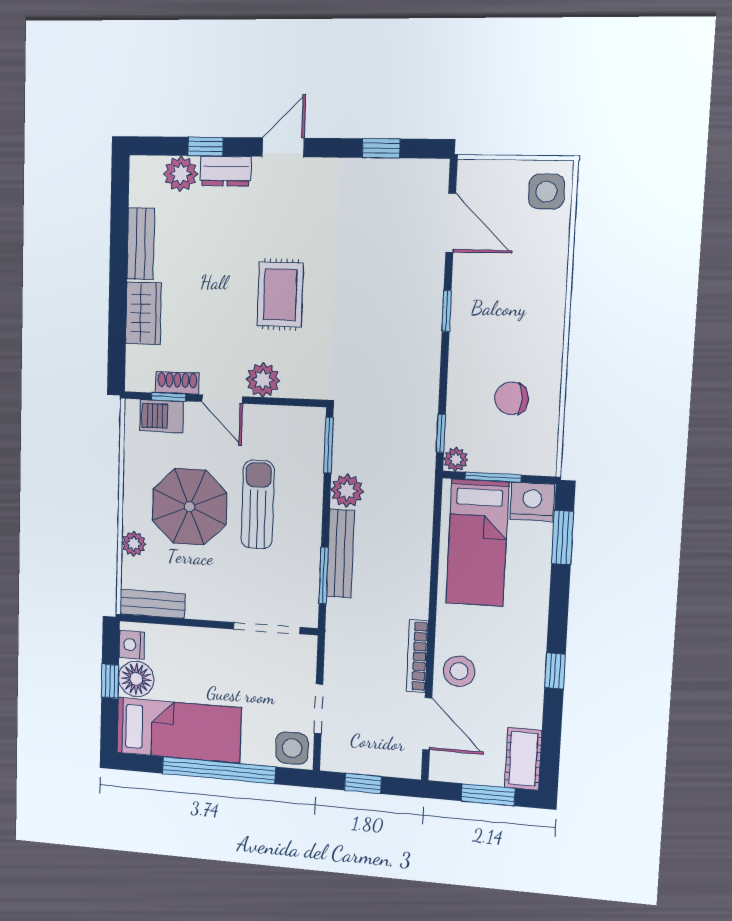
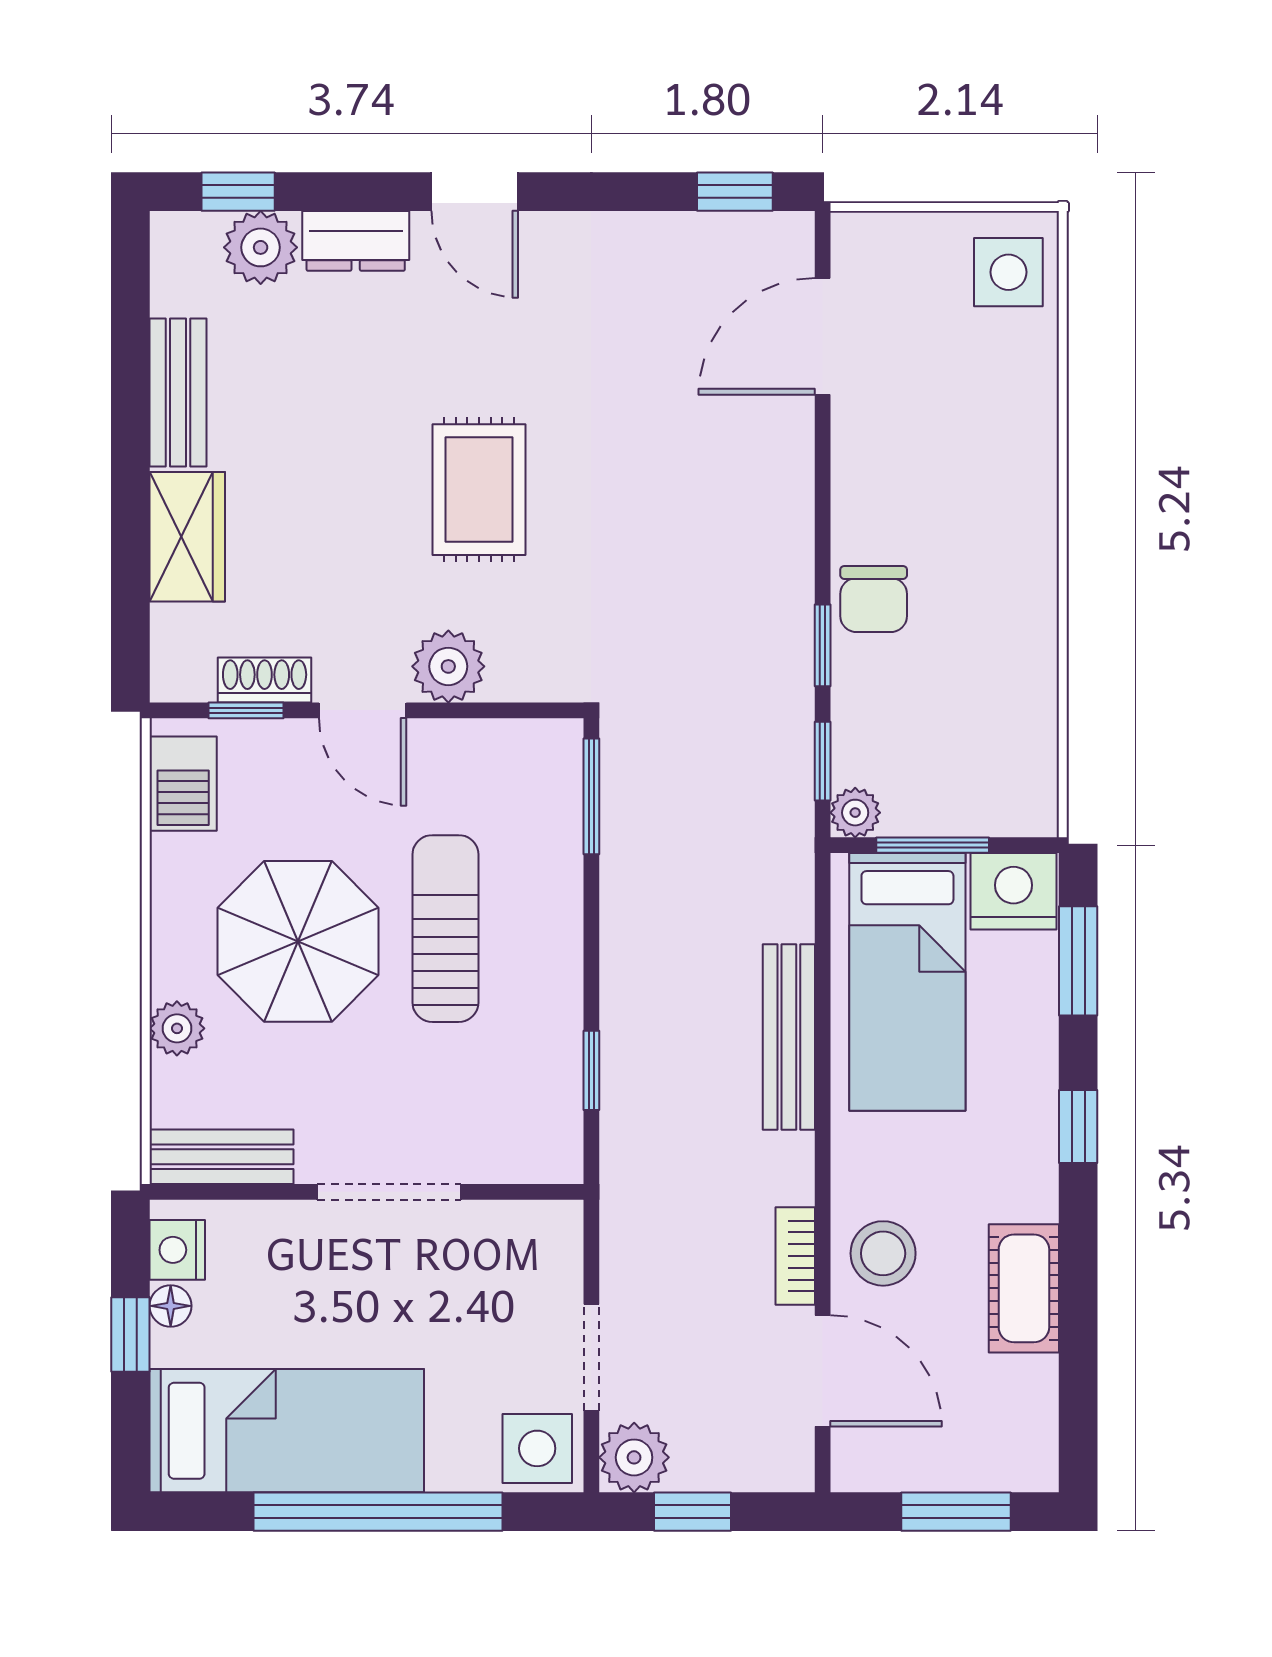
window: (206, 146) -> (238, 192), moved
door: (283, 147) -> (475, 192), swing flipped
window: (381, 148) -> (735, 192), moved
door: (451, 223) -> (823, 336), swing flipped
window: (447, 311) -> (823, 645), moved
chair: (512, 398) -> (874, 599), moved, turned -90
barbecue: (161, 416) -> (183, 784), moved, turned -90
plant: (347, 491) -> (634, 1457), moved
bench: (340, 553) -> (789, 1037), moved
window: (324, 575) -> (591, 1070), width x0.67
doorway: (267, 628) -> (389, 1192), moved
bookcase: (417, 656) -> (795, 1256), width x0.64
window: (555, 671) -> (1078, 1126), moved
floor lamp: (136, 679) -> (171, 1306), width x0.53, depth x0.53
cot: (523, 759) -> (1024, 1288), moved

